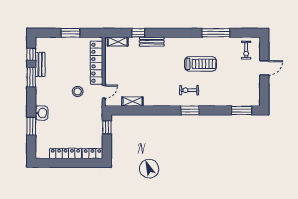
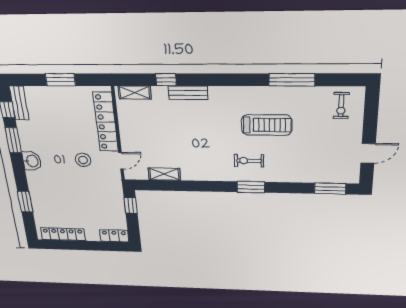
bench: (40, 64) -> (19, 103), moved
door: (264, 68) -> (368, 153), moved
washbasin: (42, 113) -> (32, 161), moved
locker: (66, 153) -> (63, 234), moved

